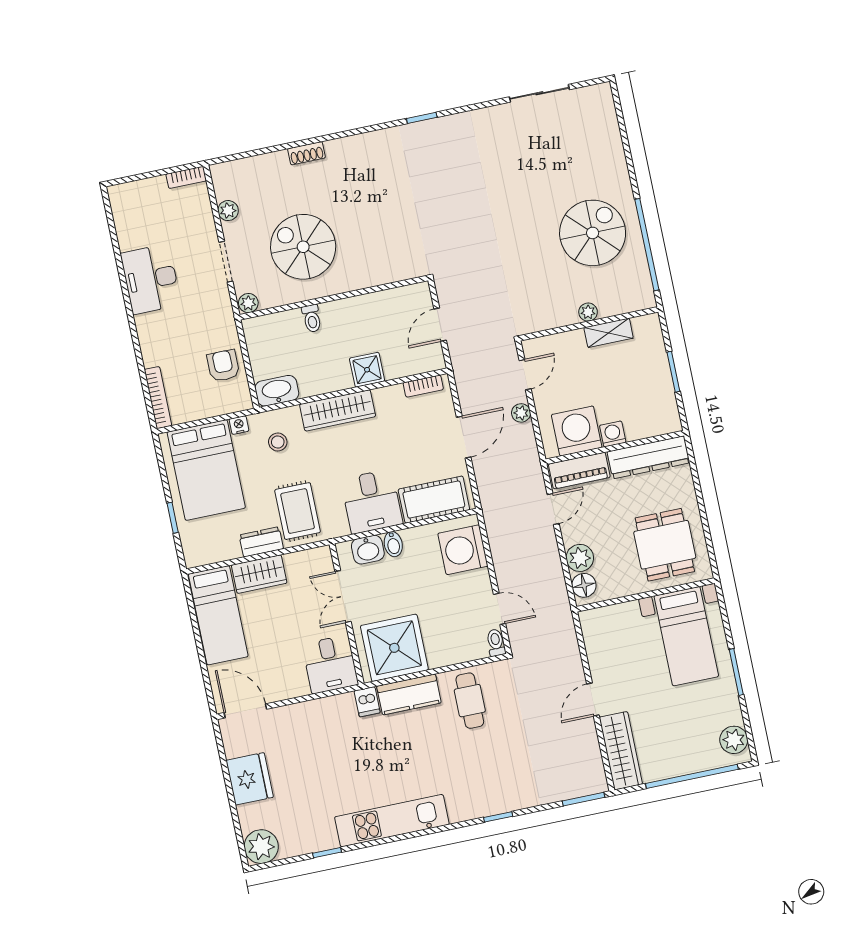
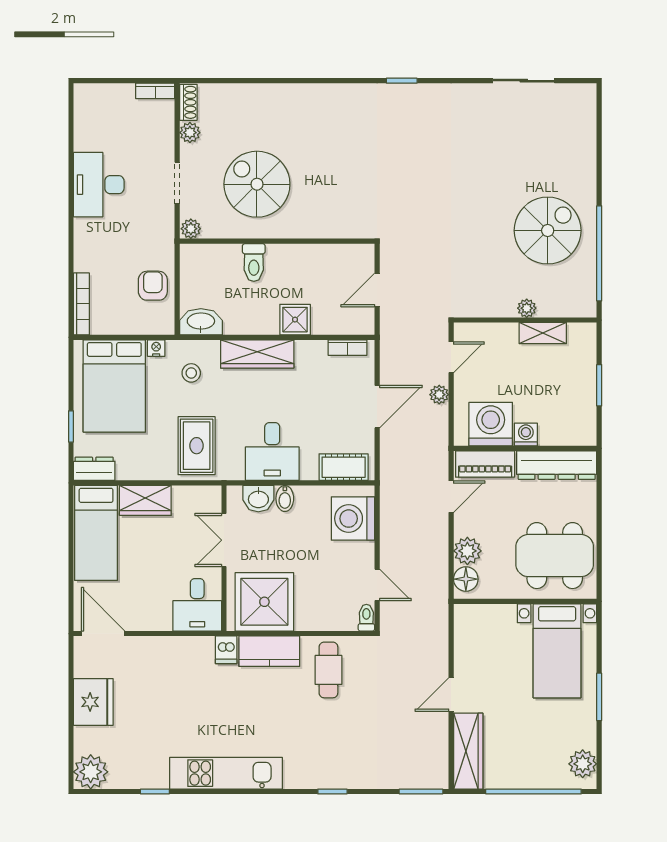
shoe rack: (307, 153) -> (188, 102), moved, turned -90
toilet: (312, 318) -> (254, 262), width x1.37, depth x1.39
cot: (434, 500) -> (344, 467), width x0.73, depth x0.75
dresser: (261, 542) -> (94, 469), moved
dining table: (665, 545) -> (555, 556), width x1.38

